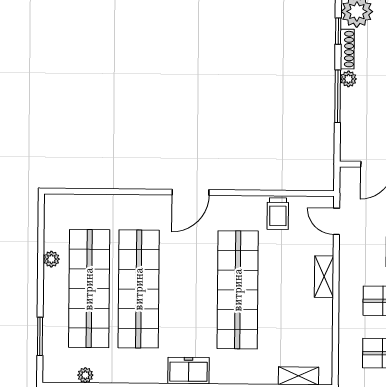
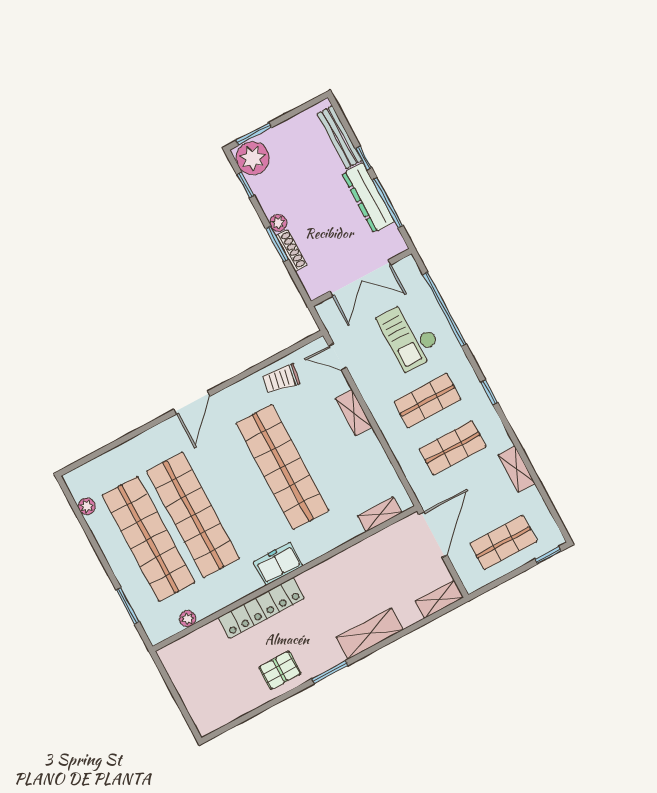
shoe rack: (347, 49) -> (291, 250), moved
window: (338, 96) -> (277, 244), width x0.69
trolley: (278, 214) -> (281, 379), turned 100
plant: (51, 259) -> (87, 506), moved

